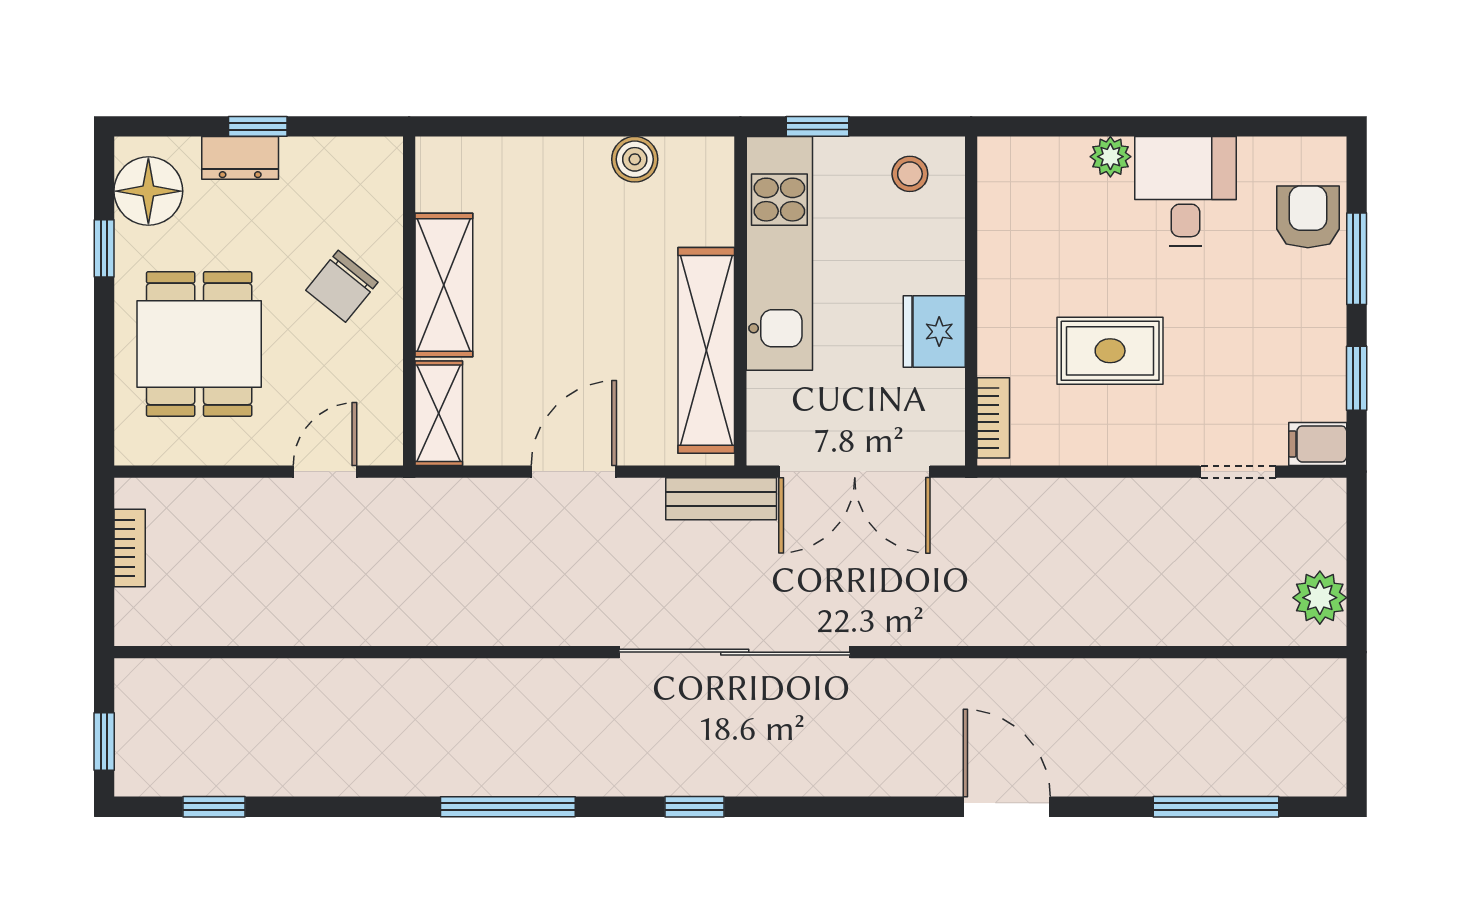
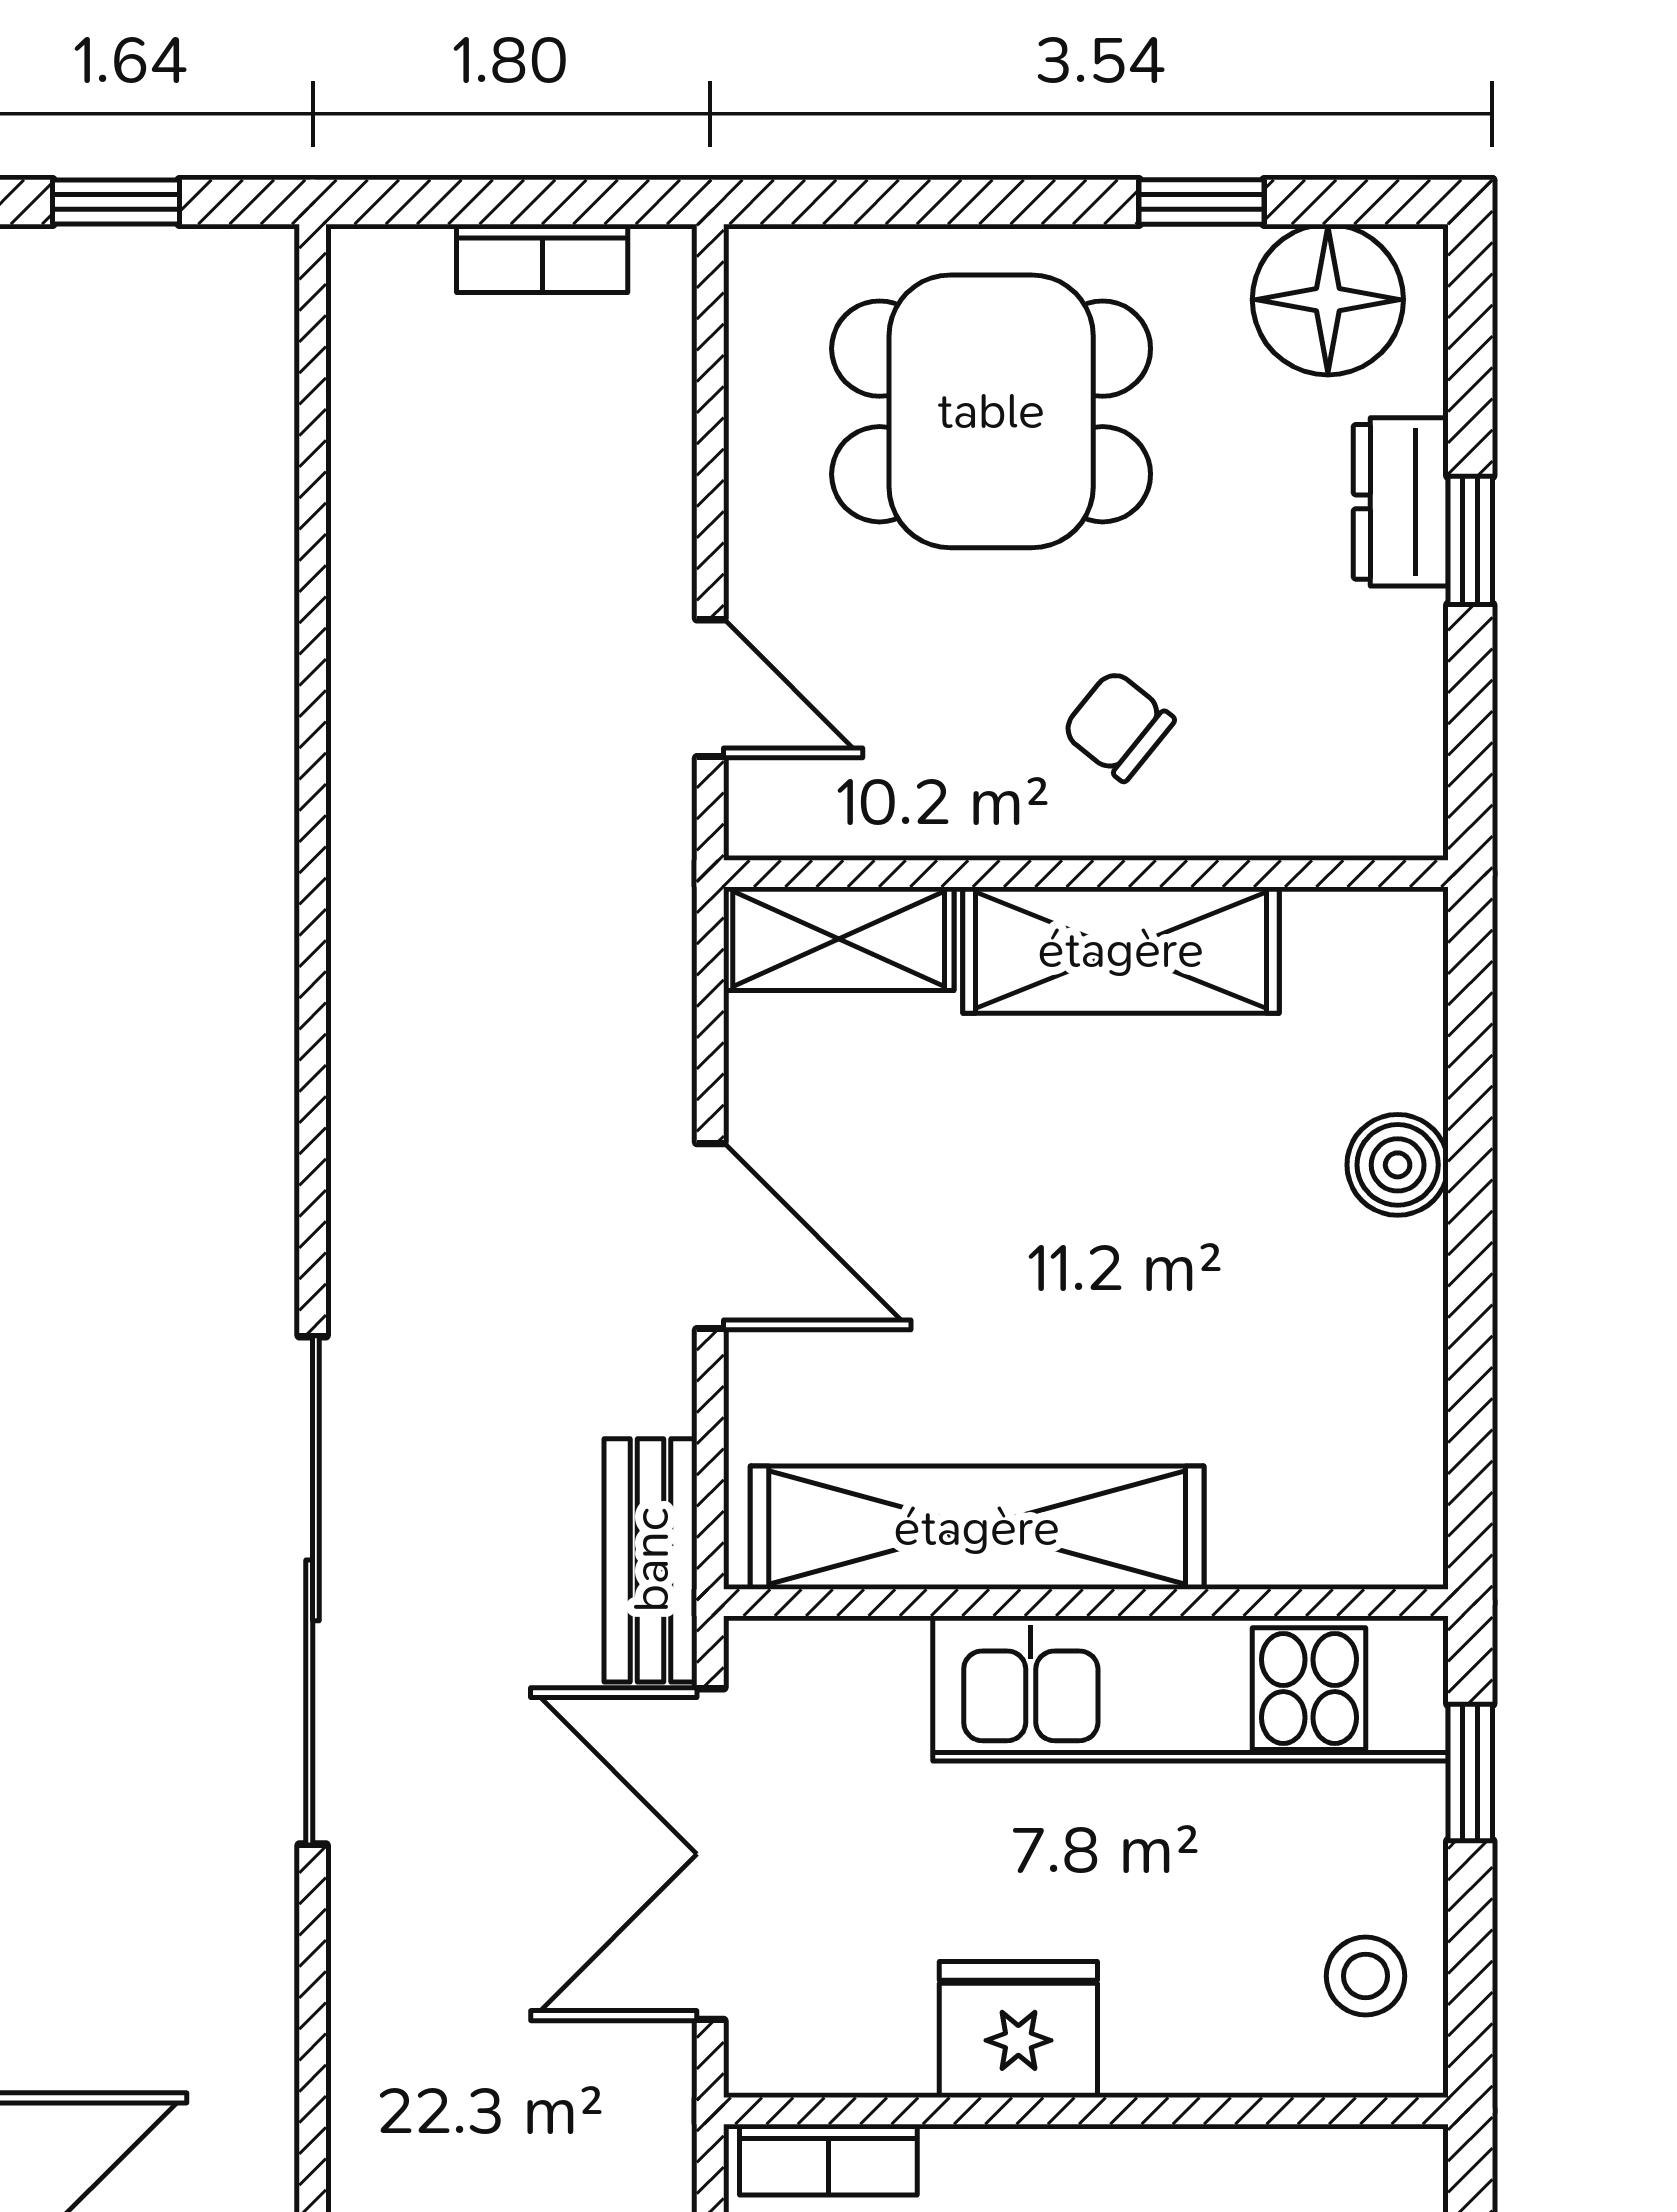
boiler: (635, 159) -> (1398, 1165), moved
chair: (342, 286) -> (1118, 726), width x0.73, depth x0.73

